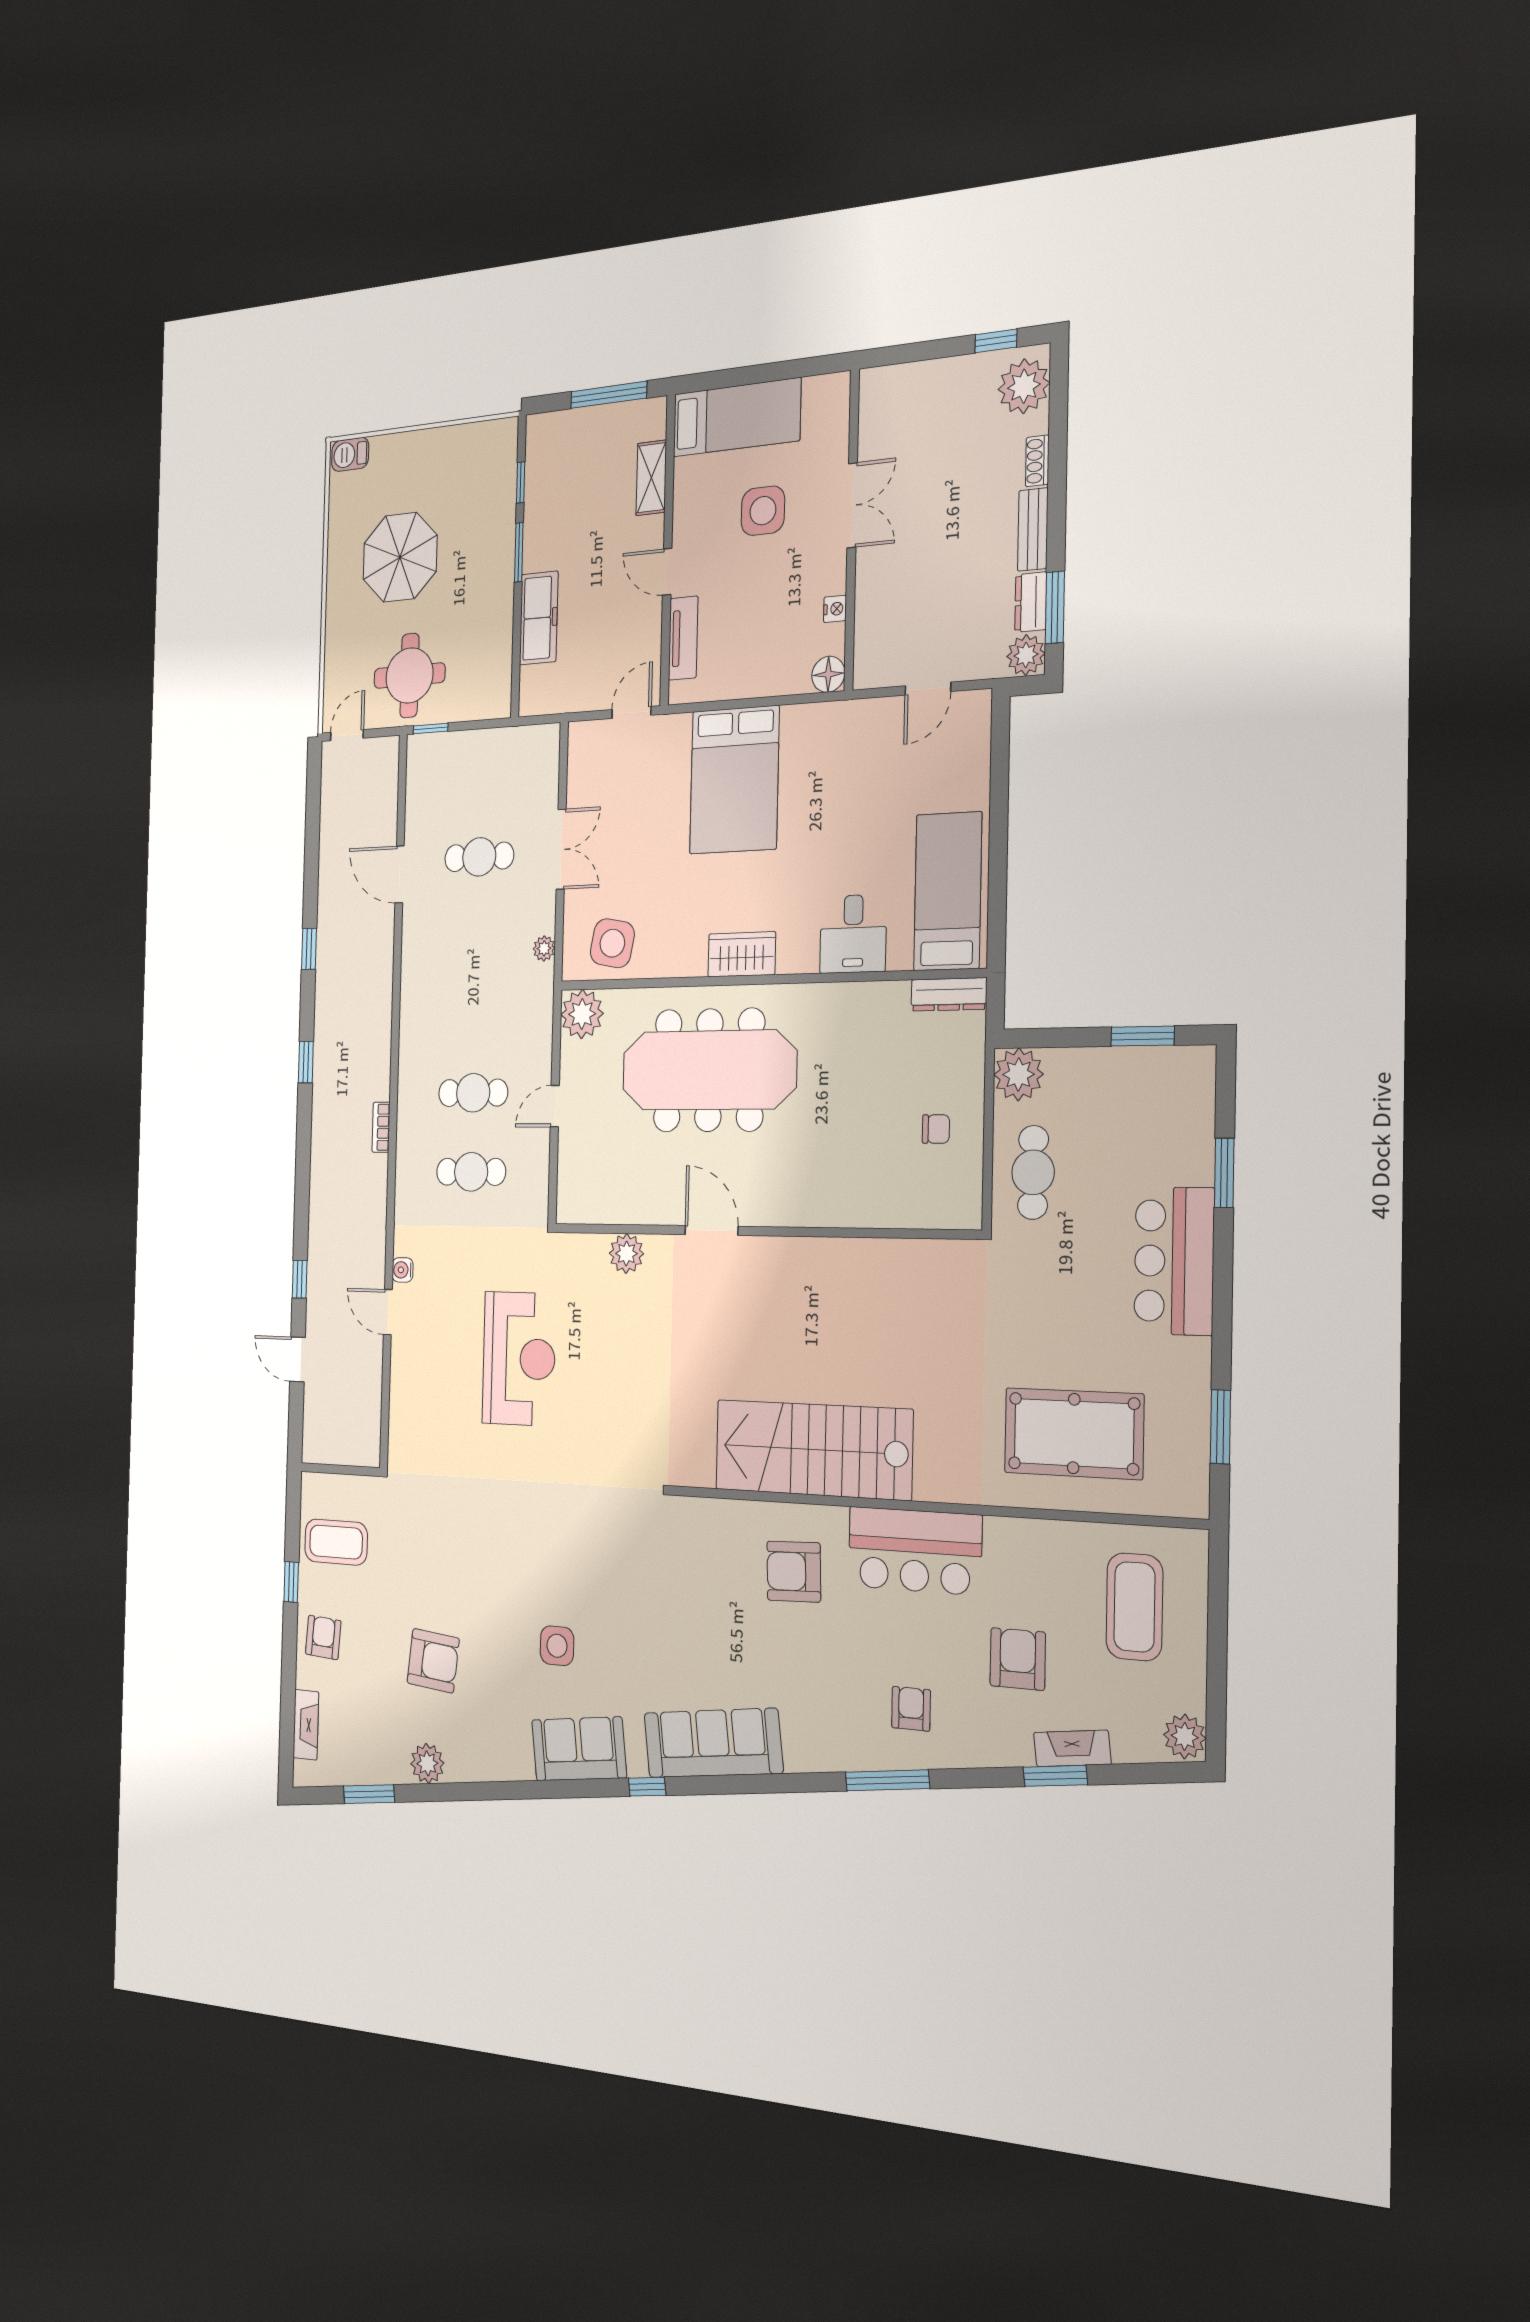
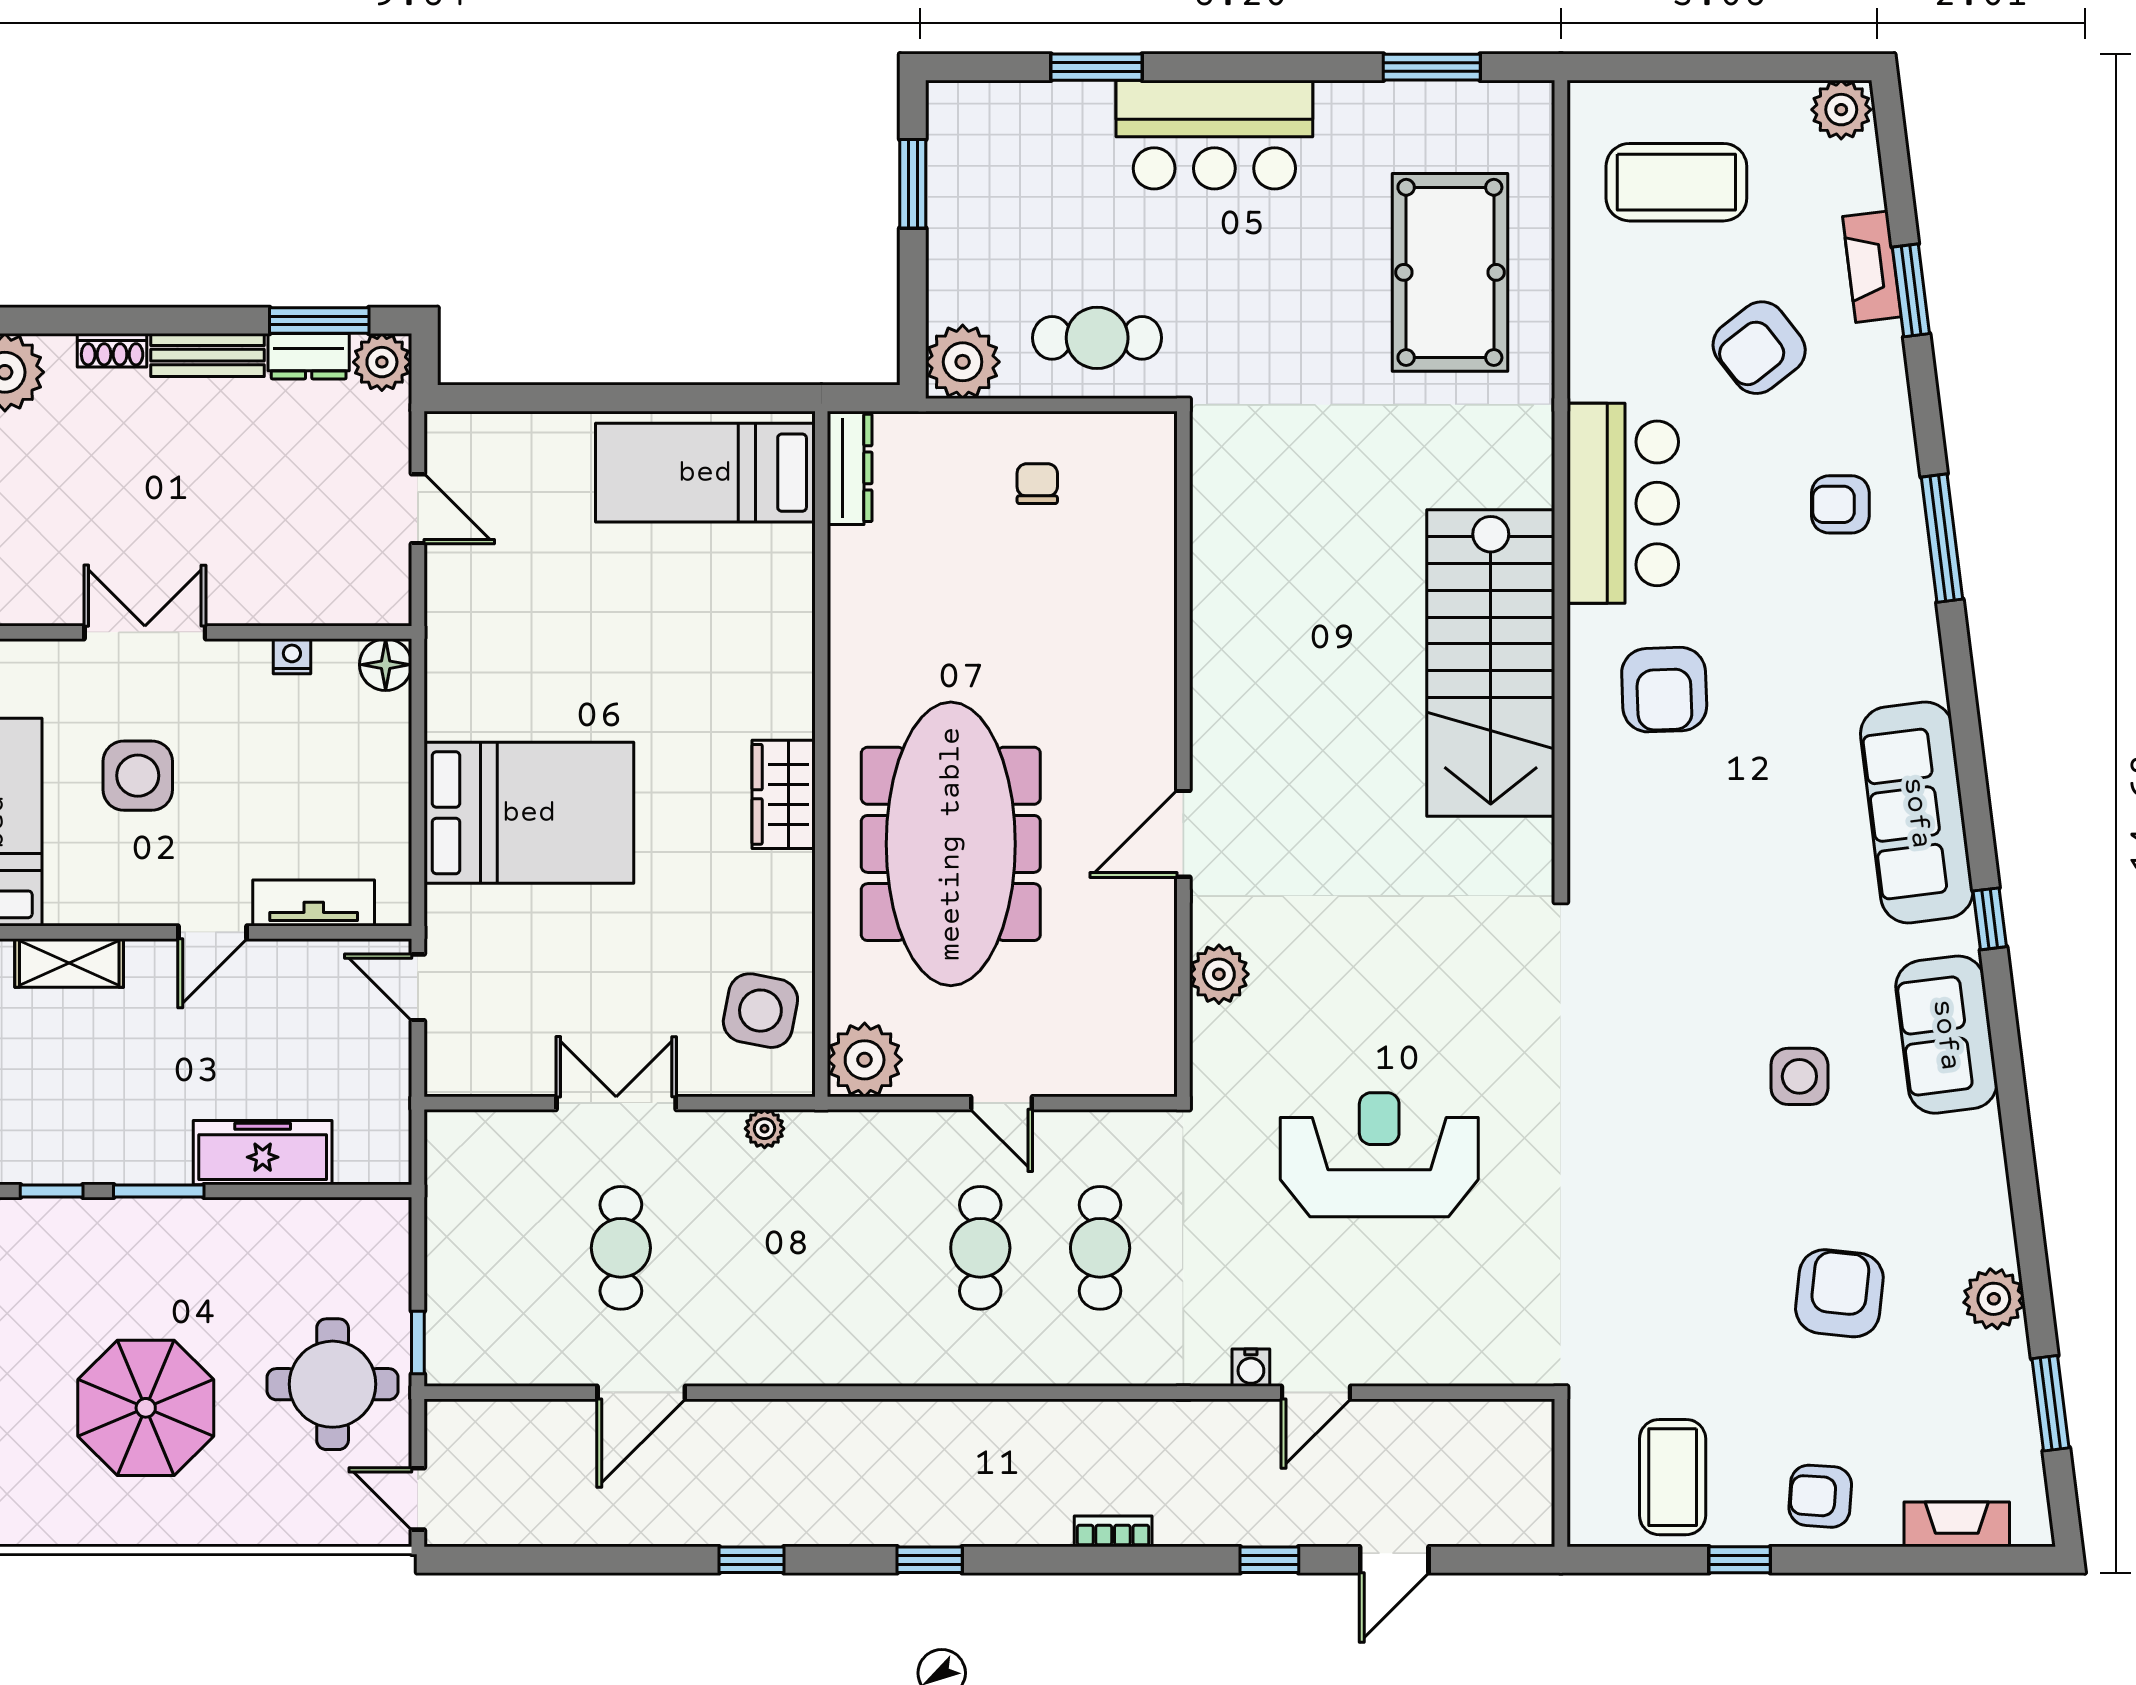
desk: (853, 934) -> (760, 617), removed
bookcase: (381, 1127) -> (1113, 1531), moved, turned 180
armchair: (1018, 1659) -> (1759, 348), turned -38

